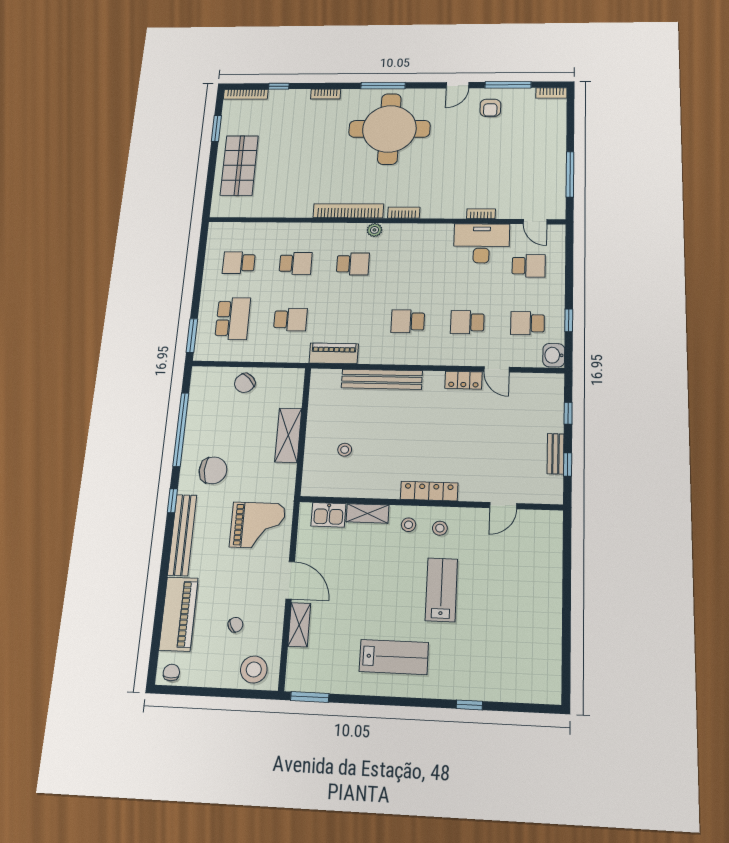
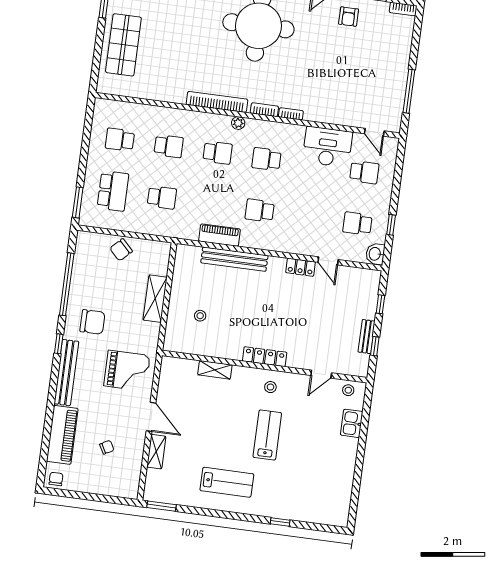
bookcase: (481, 214) -> (291, 114), moved
school desk: (467, 322) -> (266, 159), moved
piano: (334, 353) -> (220, 235), moved
kitchen sink: (328, 515) -> (352, 423), moved, turned 90
stool: (409, 525) -> (348, 390), moved
stool: (254, 670) -> (120, 482), removed

